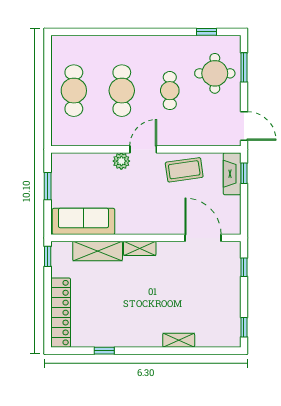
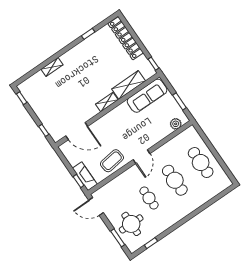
plant: (121, 161) -> (176, 124), moved

